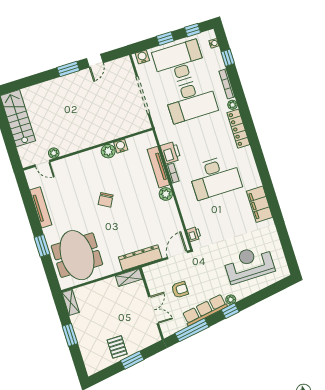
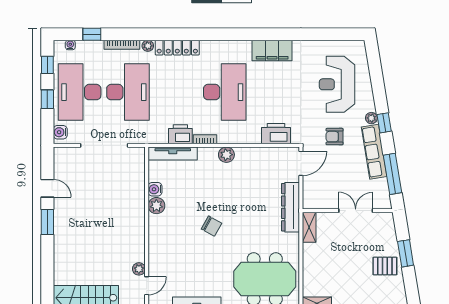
tv unit: (158, 167) -> (173, 154), moved
printer: (194, 234) -> (276, 134), width x1.87, depth x1.48
door: (177, 255) -> (301, 163), swing flipped
armchair: (180, 290) -> (335, 137), moved, turned -90

